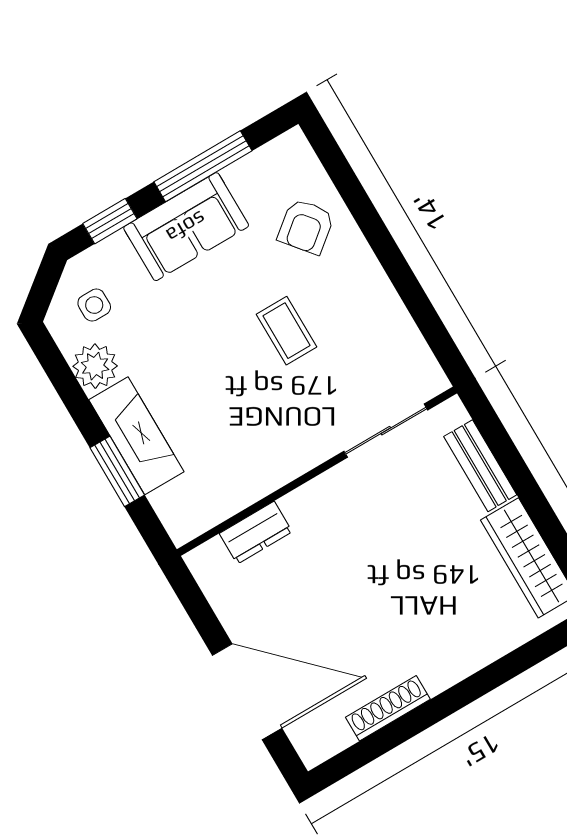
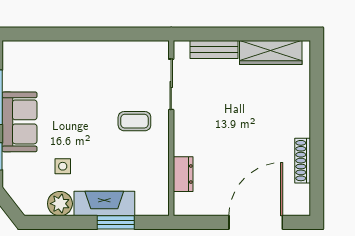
armchair: (306, 227) -> (53, 65), removed
side table: (94, 305) -> (63, 166), moved
coffee table: (287, 331) -> (134, 121), moved

